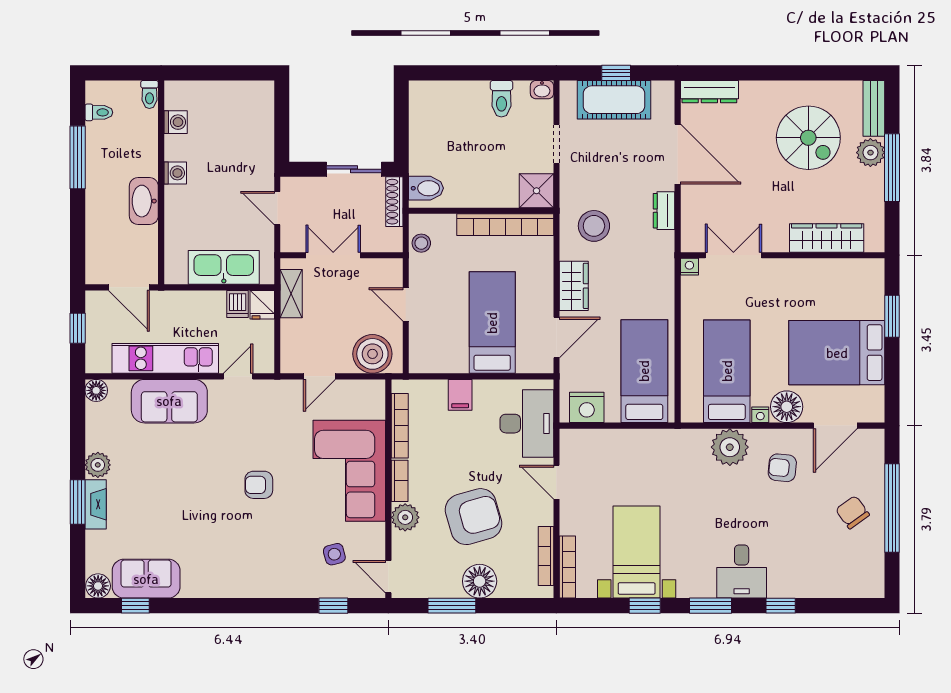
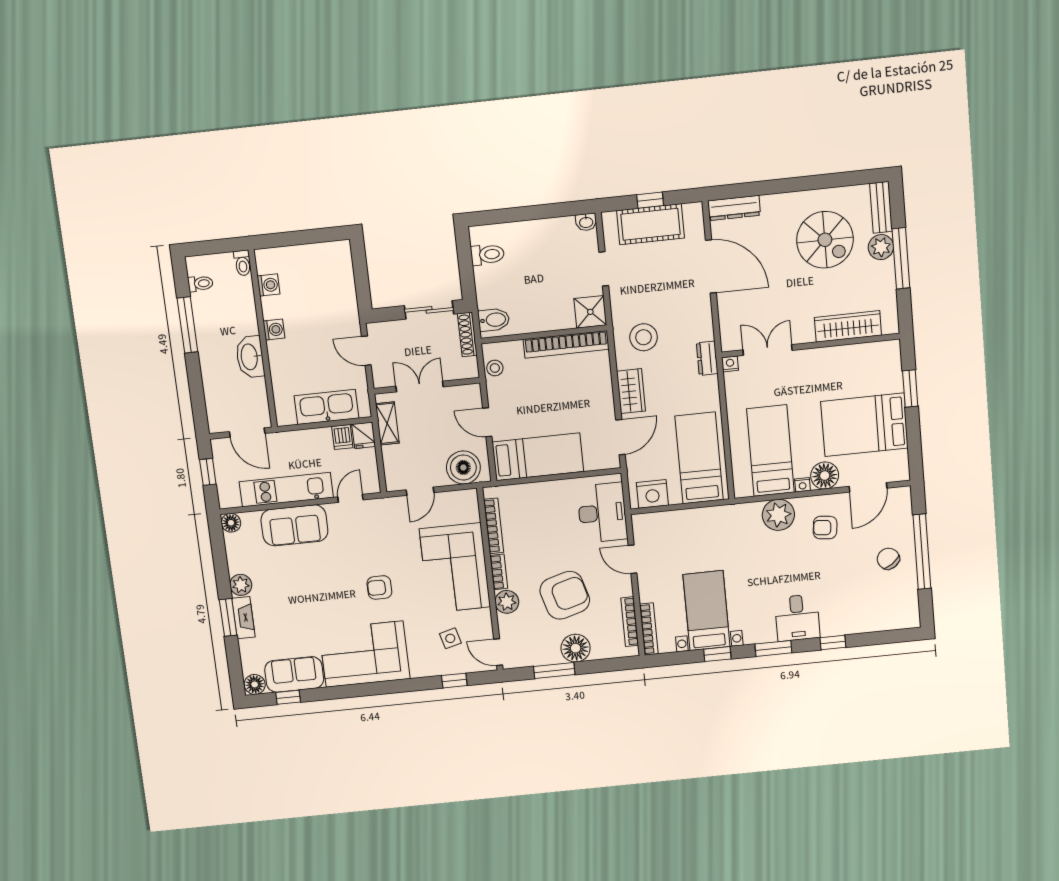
toilet: (501, 99) -> (487, 255), moved, turned -90
dresser: (664, 211) -> (707, 358), moved
bed: (492, 323) -> (538, 457), moved, turned 90
filing cabinet: (460, 395) -> (542, 494), removed
corner sofa: (232, 563) -> (364, 654), added

